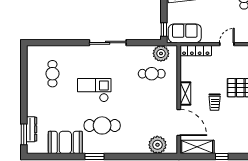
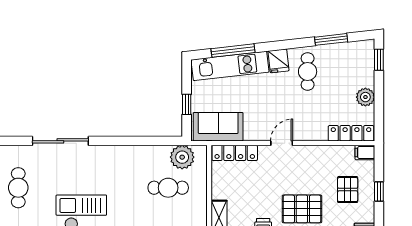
window: (164, 29) -> (187, 104), moved
sliding door: (108, 43) -> (60, 141), moved

